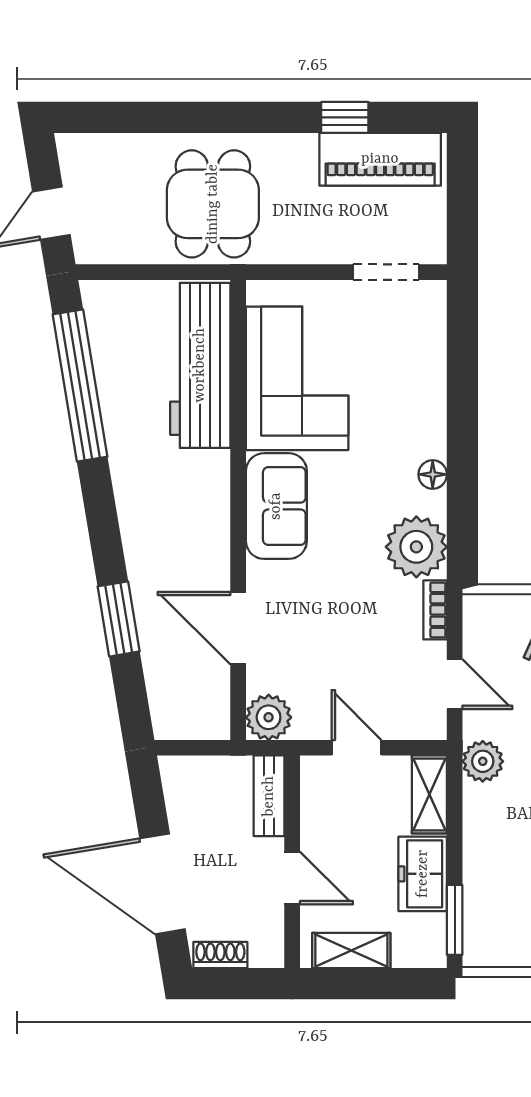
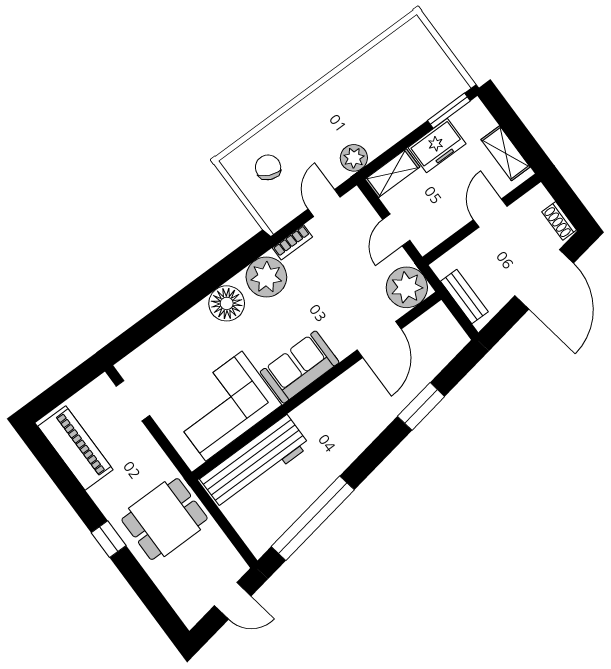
window: (345, 117) -> (109, 539), moved
floor lamp: (433, 474) -> (227, 303), width x1.89, depth x1.89
plant: (269, 717) -> (407, 287), width x1.36, depth x1.36
bench: (269, 796) -> (464, 297), moved, turned 90

